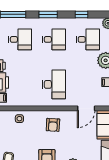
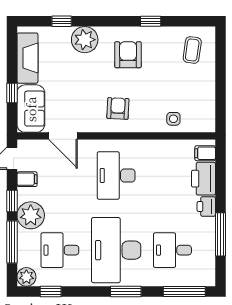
window: (82, 14) -> (51, 291), moved
desk: (54, 39) -> (116, 250), width x1.87, depth x1.30
door: (86, 108) -> (63, 136), swing flipped

